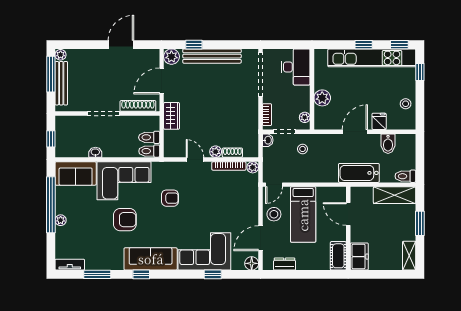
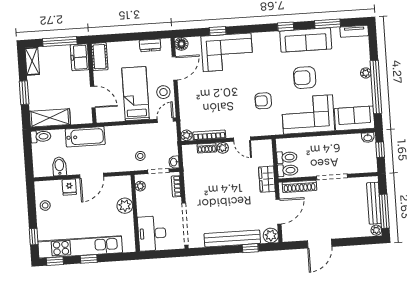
toilet: (149, 151) -> (288, 170), moved
washbasin: (95, 152) -> (368, 138), moved
sofa: (151, 259) -> (306, 40), moved
window: (379, 274) -> (60, 42), added

